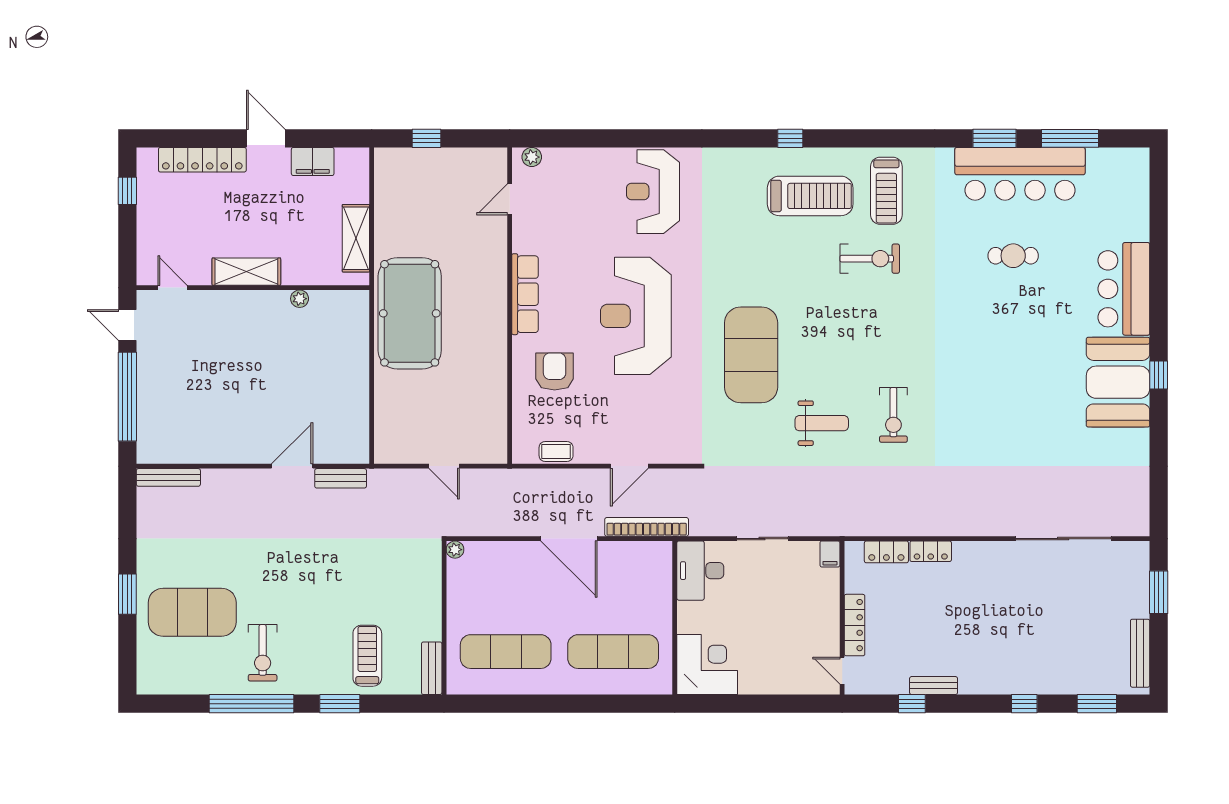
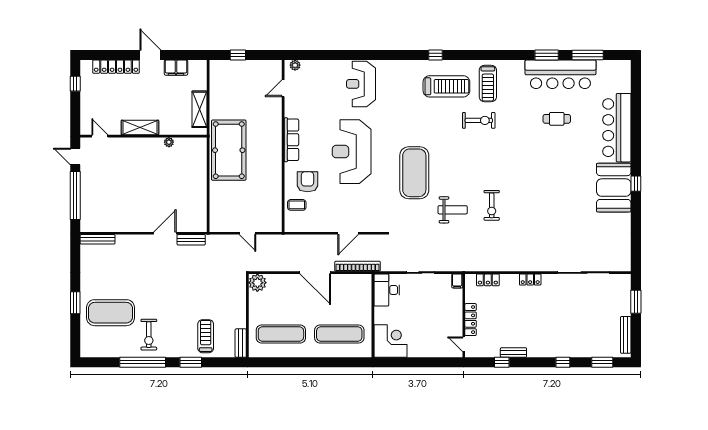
bar counter: (1124, 289) -> (617, 128), width x1.36
coffee table: (556, 452) -> (297, 205), moved
plant: (455, 550) -> (257, 283), width x1.87, depth x1.87
locker: (931, 551) -> (530, 279), moved

